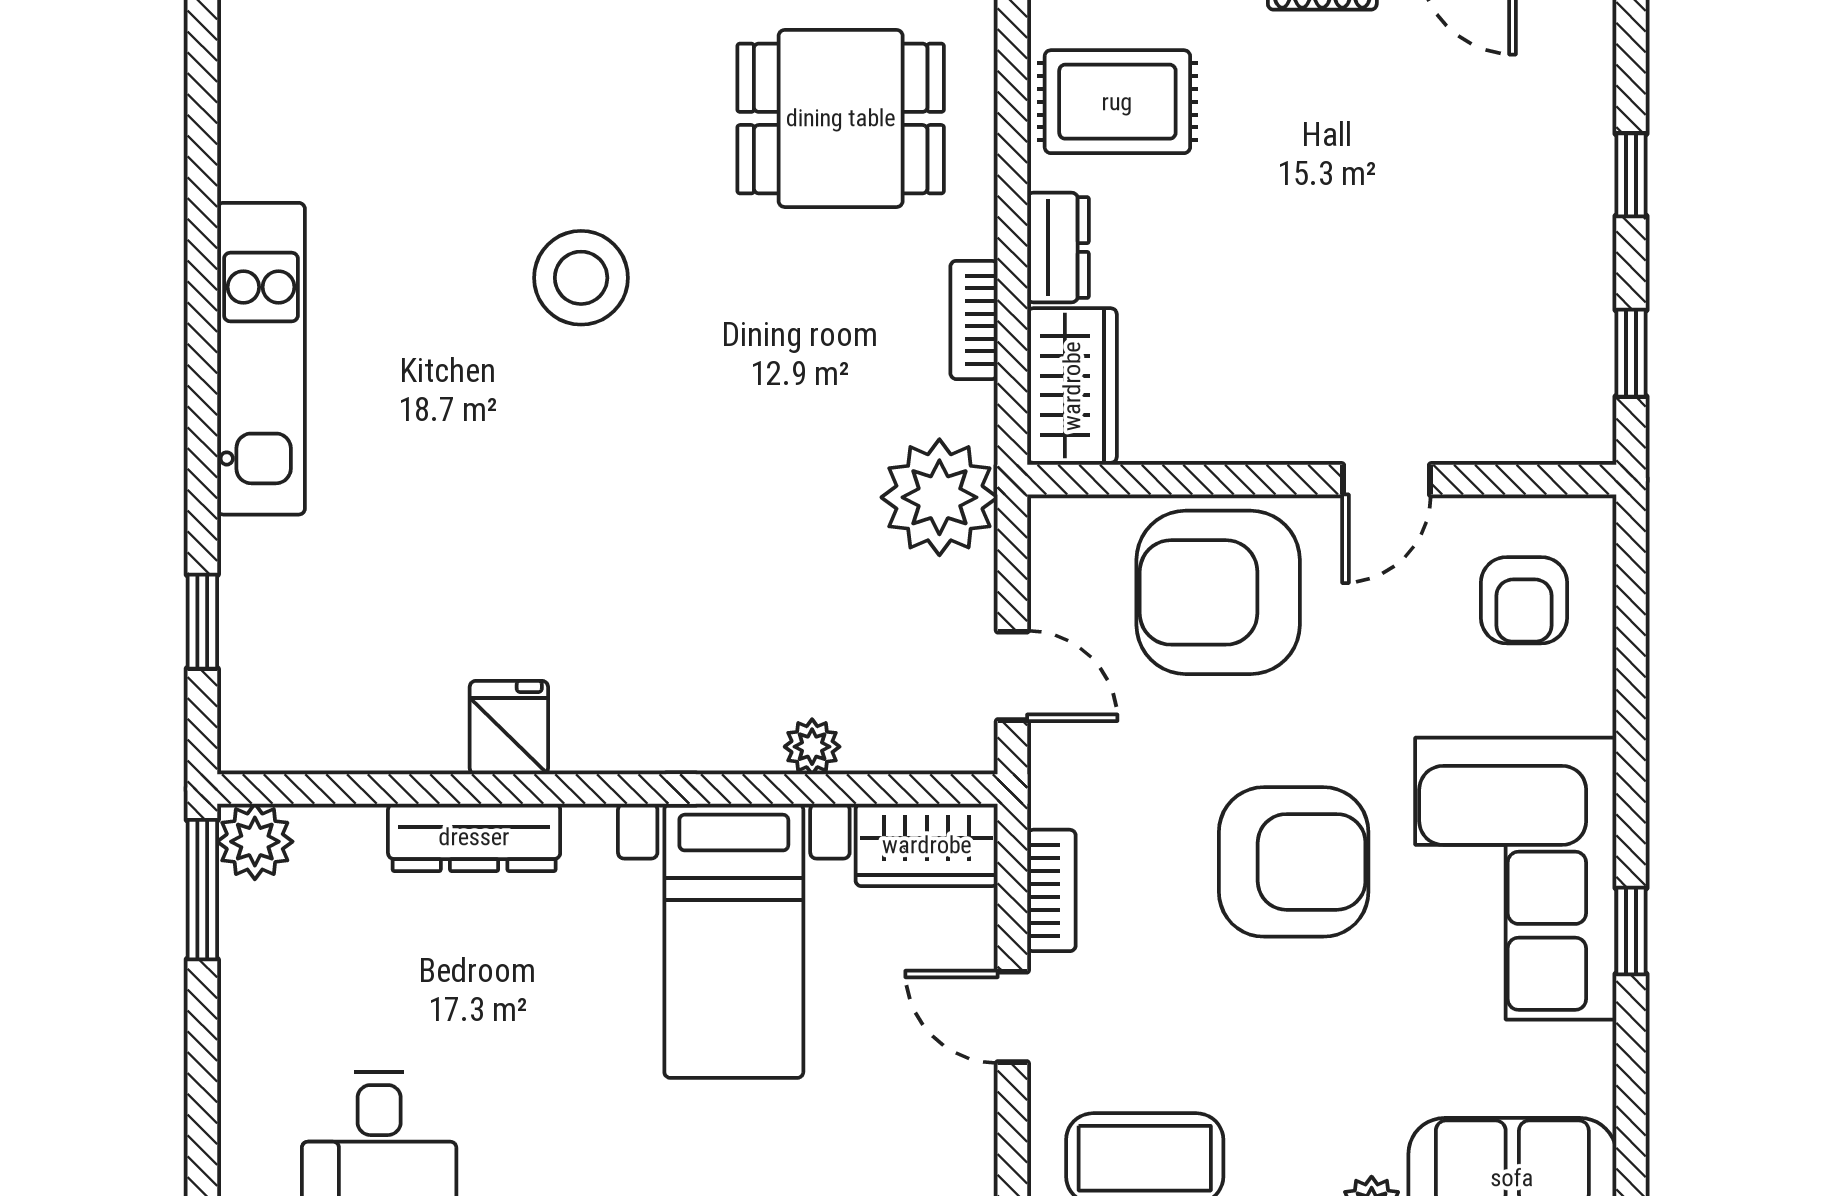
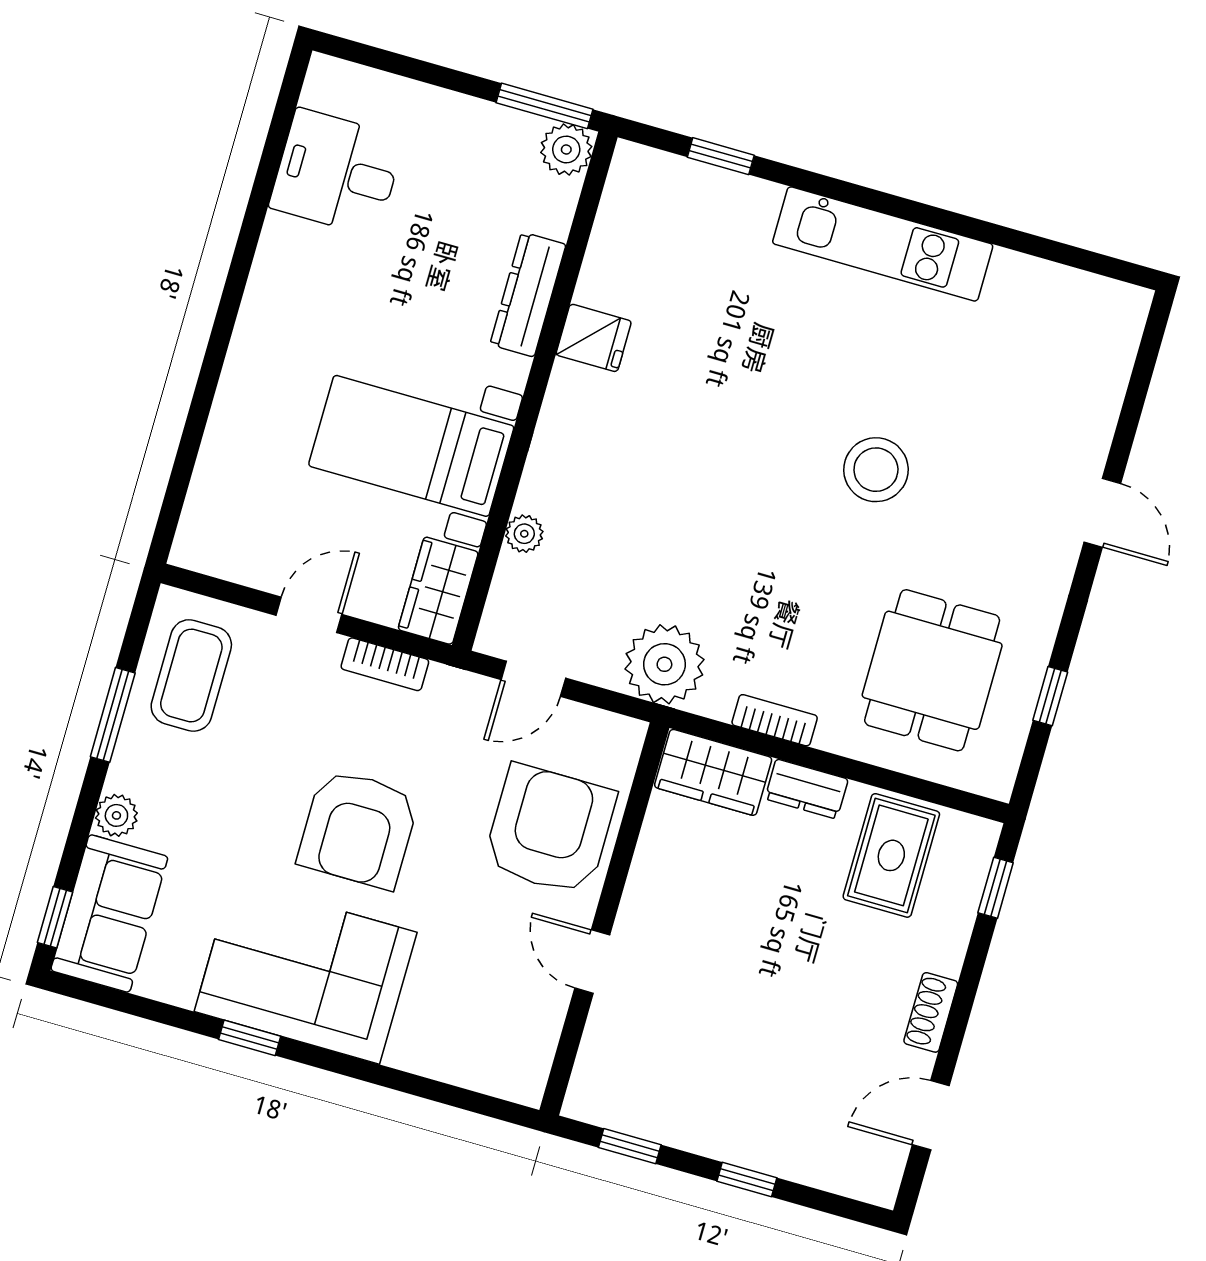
armchair: (1524, 600) -> (487, 1029), removed

